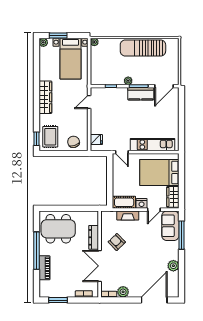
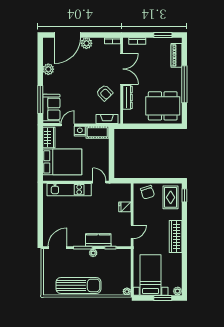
kitchen counter: (141, 94) -> (98, 240), moved
fridge: (96, 140) -> (125, 207), moved
fireplace: (128, 216) -> (107, 119), moved
piano: (44, 268) -> (176, 55), moved
plant: (123, 292) -> (86, 43), moved

